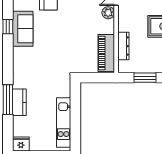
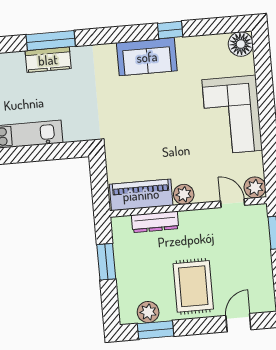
plant: (108, 13) -> (184, 194), moved
sofa: (23, 29) -> (147, 57), moved

